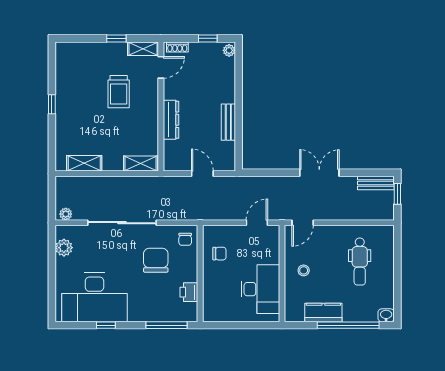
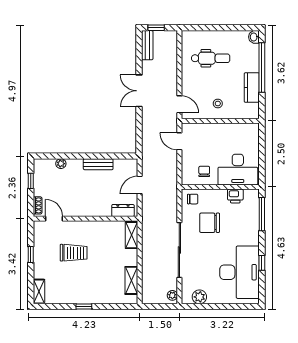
shelving: (143, 49) -> (39, 291), moved
plant: (229, 50) -> (61, 164), moved
dresser: (171, 120) -> (123, 210), moved, width x0.70
desk: (260, 289) -> (238, 170), moved, turned 180

